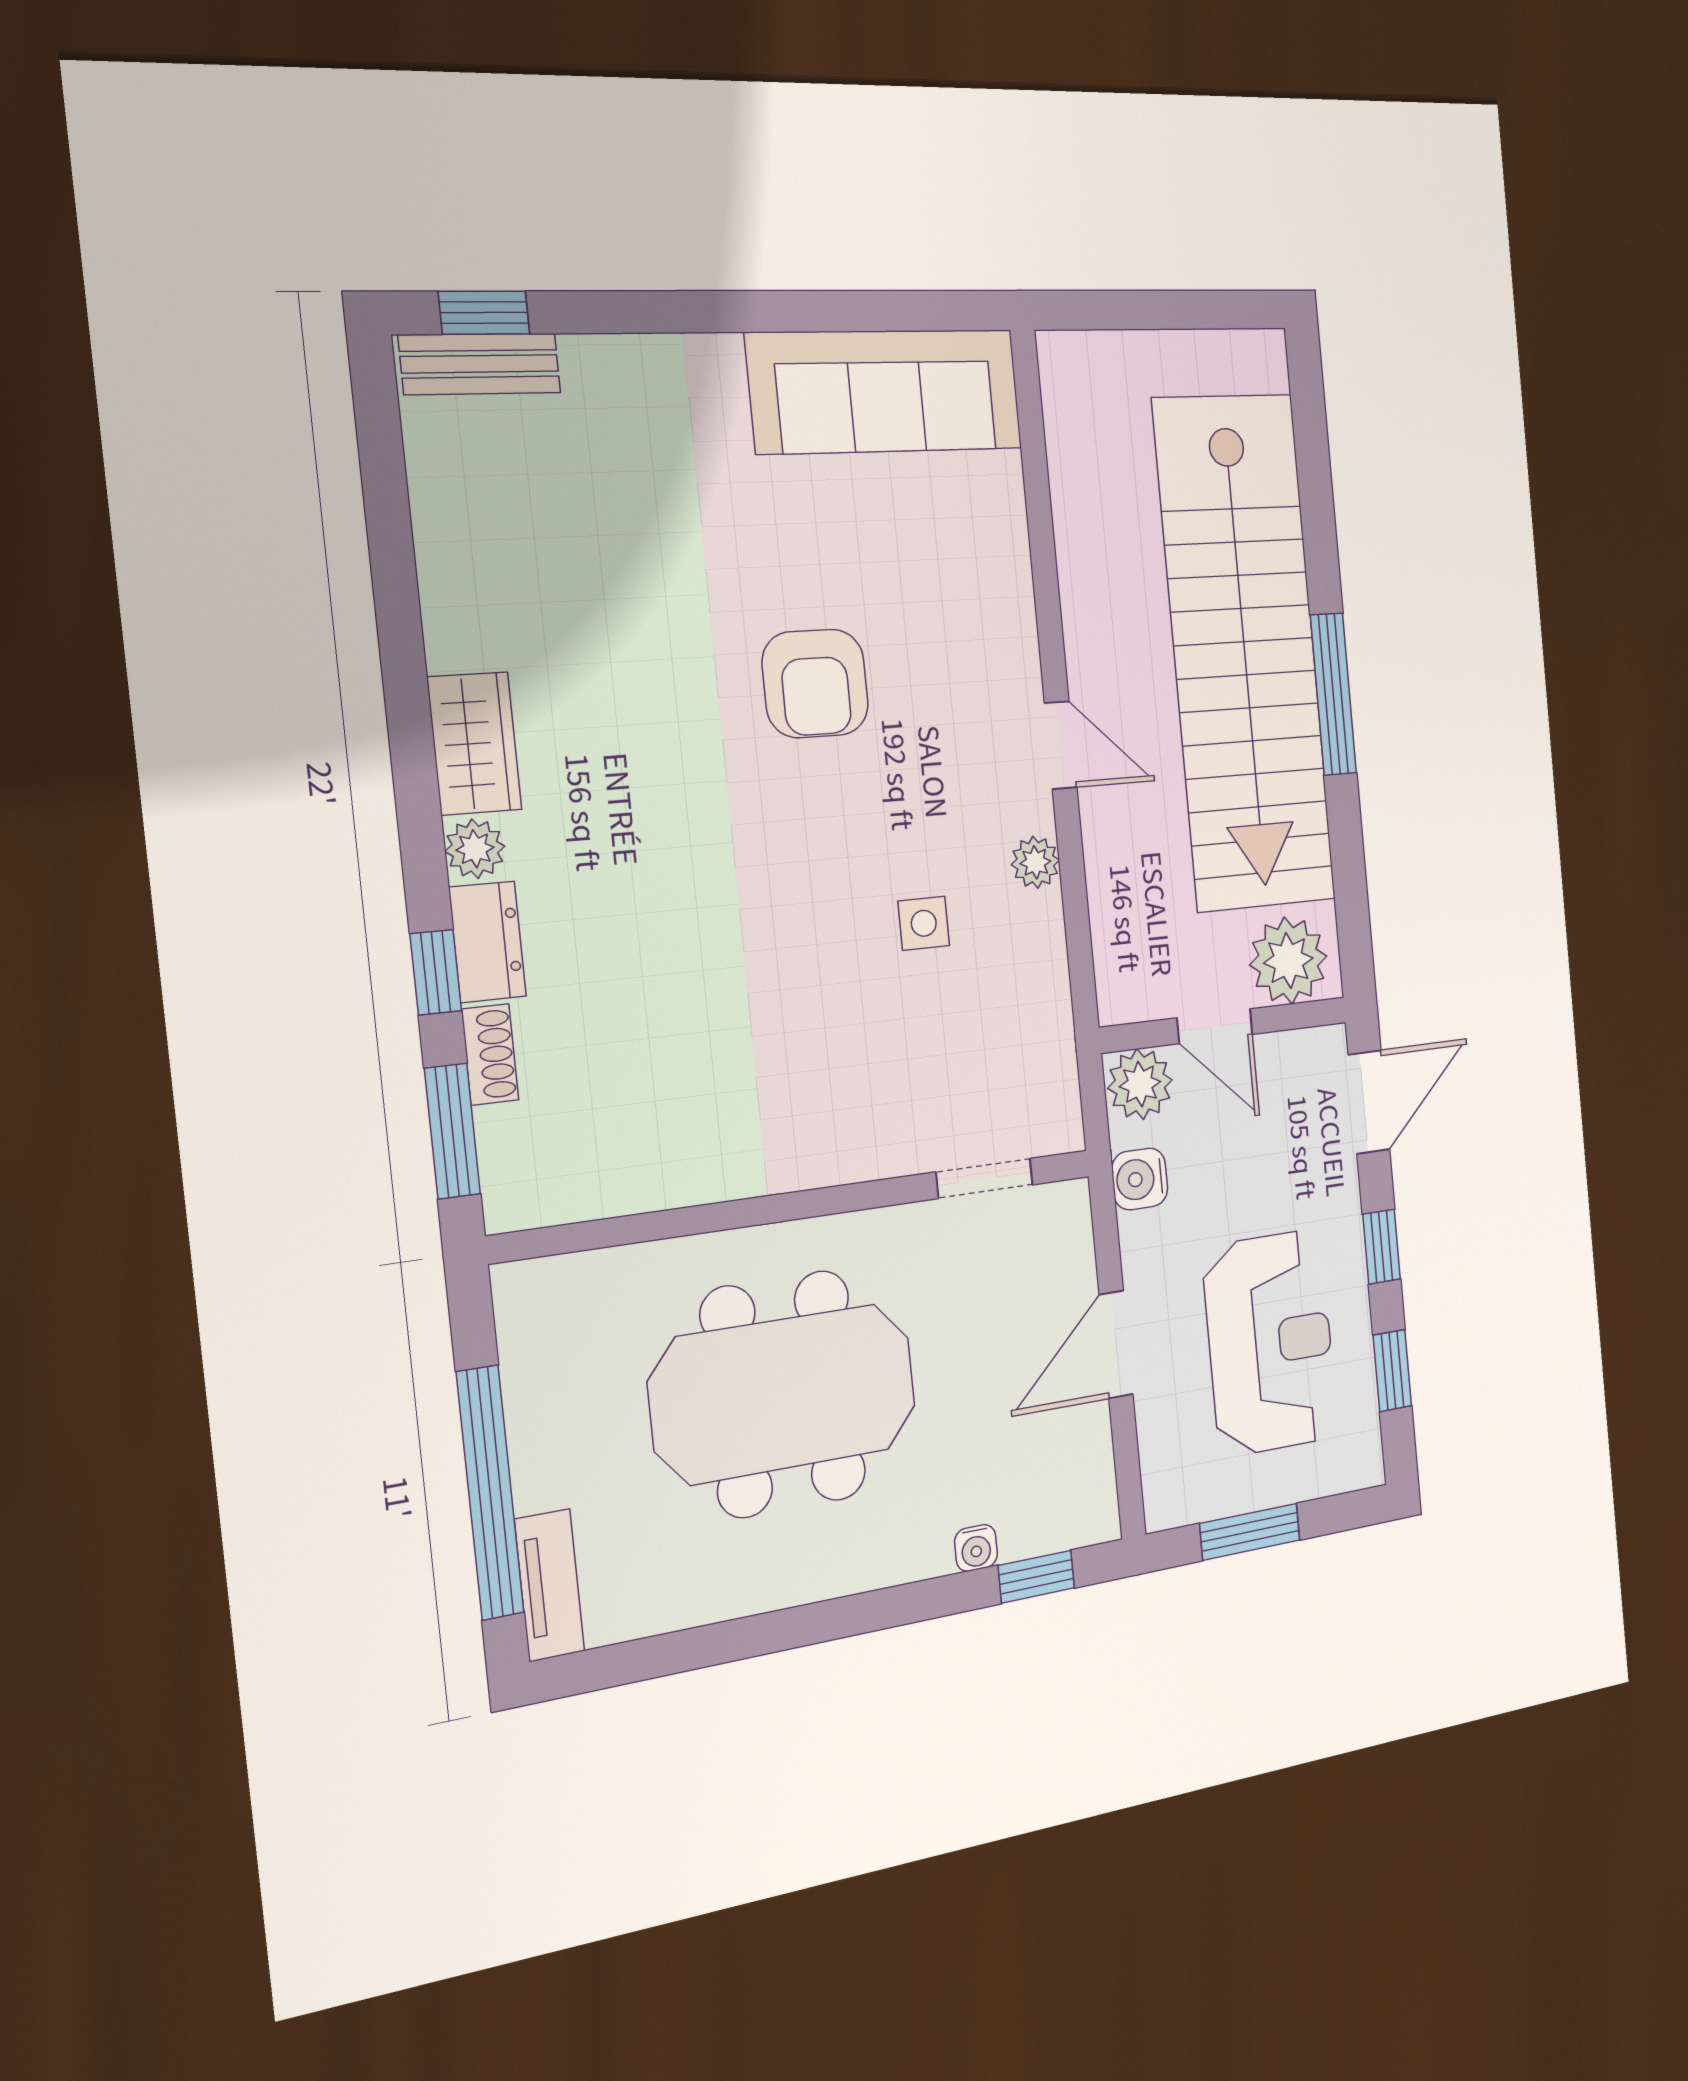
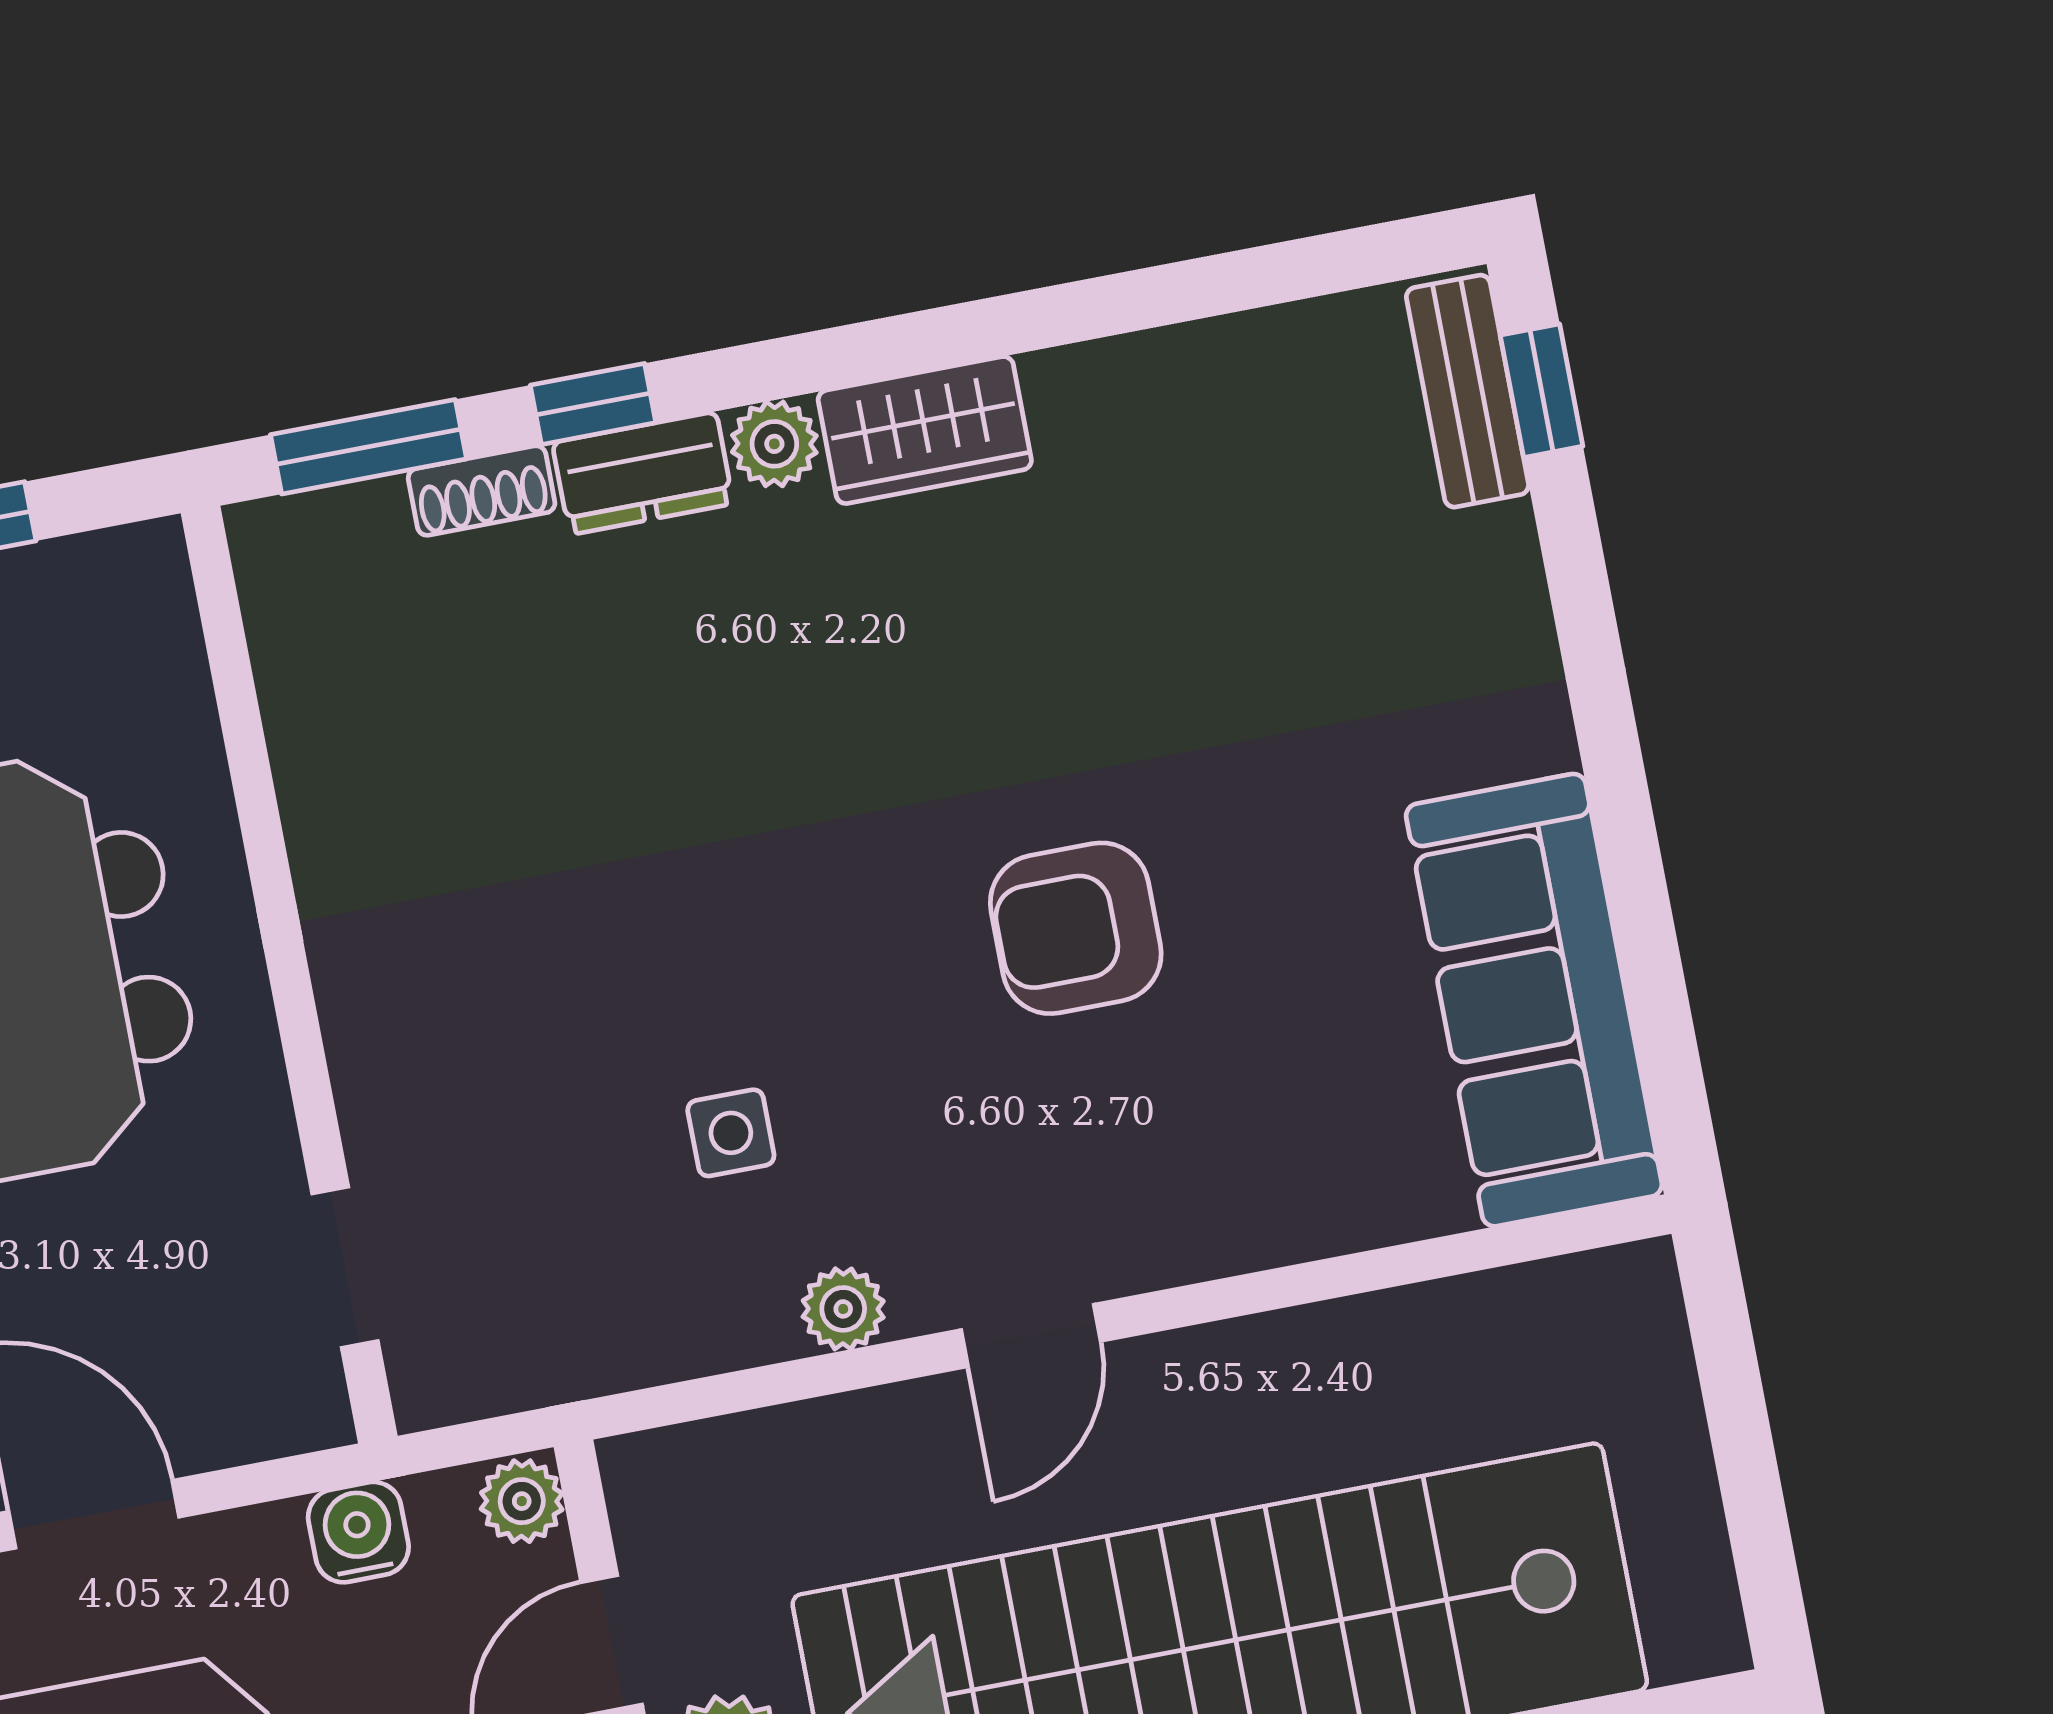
plant: (1140, 1084) -> (522, 1501), width x0.73, depth x0.73

